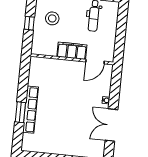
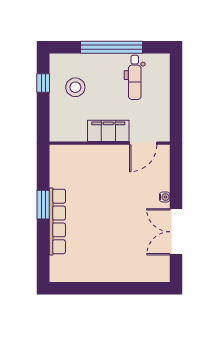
window: (29, 23) -> (43, 83), moved
window: (20, 112) -> (43, 205), moved

